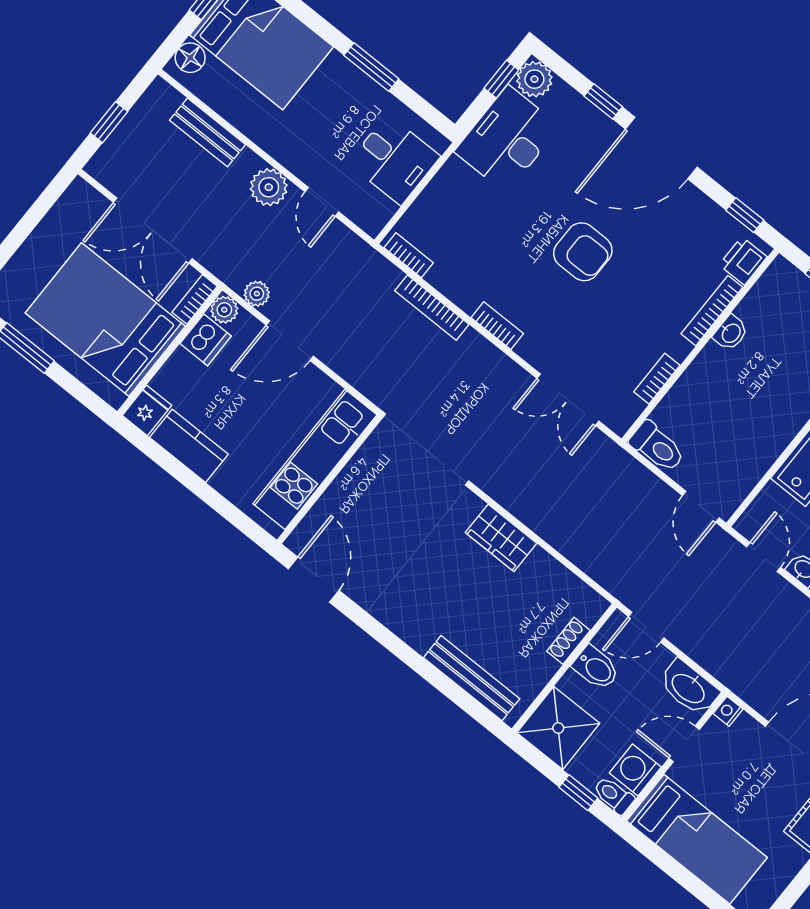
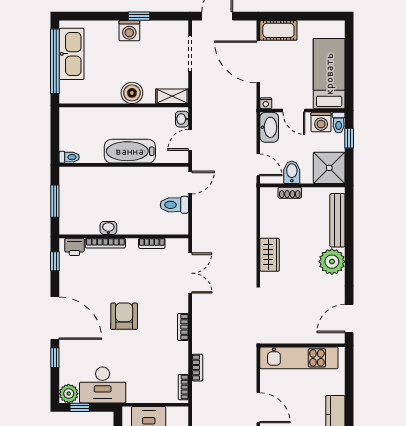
bookcase: (432, 308) -> (197, 368), width x0.64
toilet: (657, 447) -> (174, 205), moved, turned -90
plant: (418, 621) -> (332, 262), added

